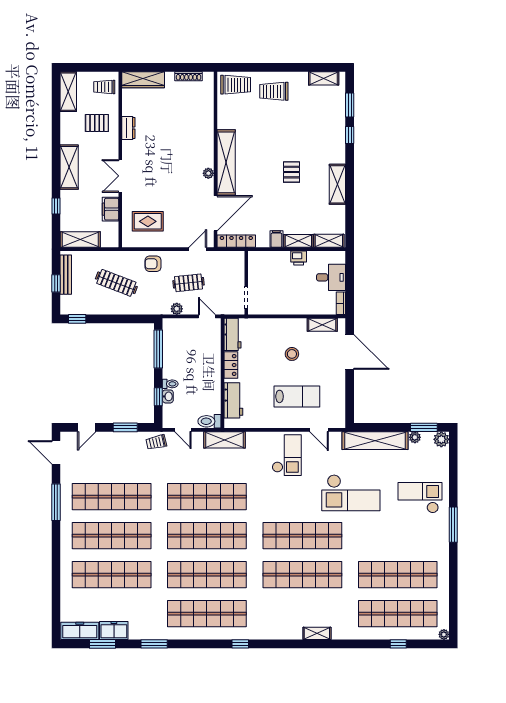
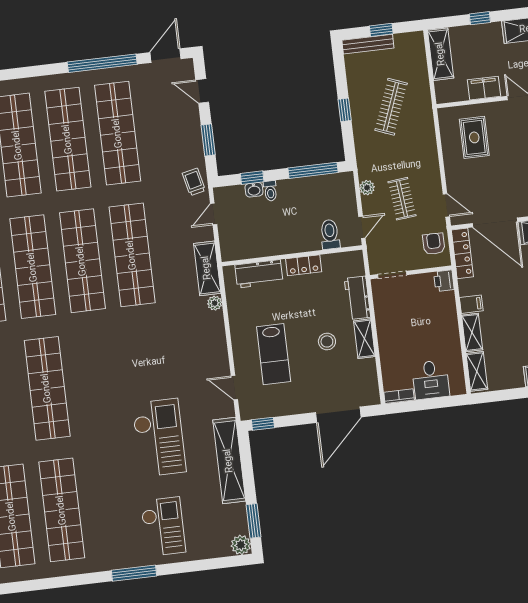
printer: (299, 258) -> (444, 281), moved
armchair: (153, 264) -> (434, 244), moved
bench: (66, 275) -> (368, 44), moved
window: (77, 319) -> (345, 110), moved
shelving: (322, 325) -> (364, 339), moved
workbench: (233, 334) -> (357, 298), moved, turned 90
window: (350, 411) -> (263, 424), added
toilet: (209, 421) -> (330, 234), moved
door: (319, 430) -> (234, 388), hinge flipped
plant: (415, 437) -> (215, 303), moved
checkout: (287, 455) -> (197, 350), removed
checkout: (351, 493) -> (159, 438), turned 180
window: (56, 502) -> (102, 63), width x1.46
shop shelf: (302, 536) -> (97, 382), removed

